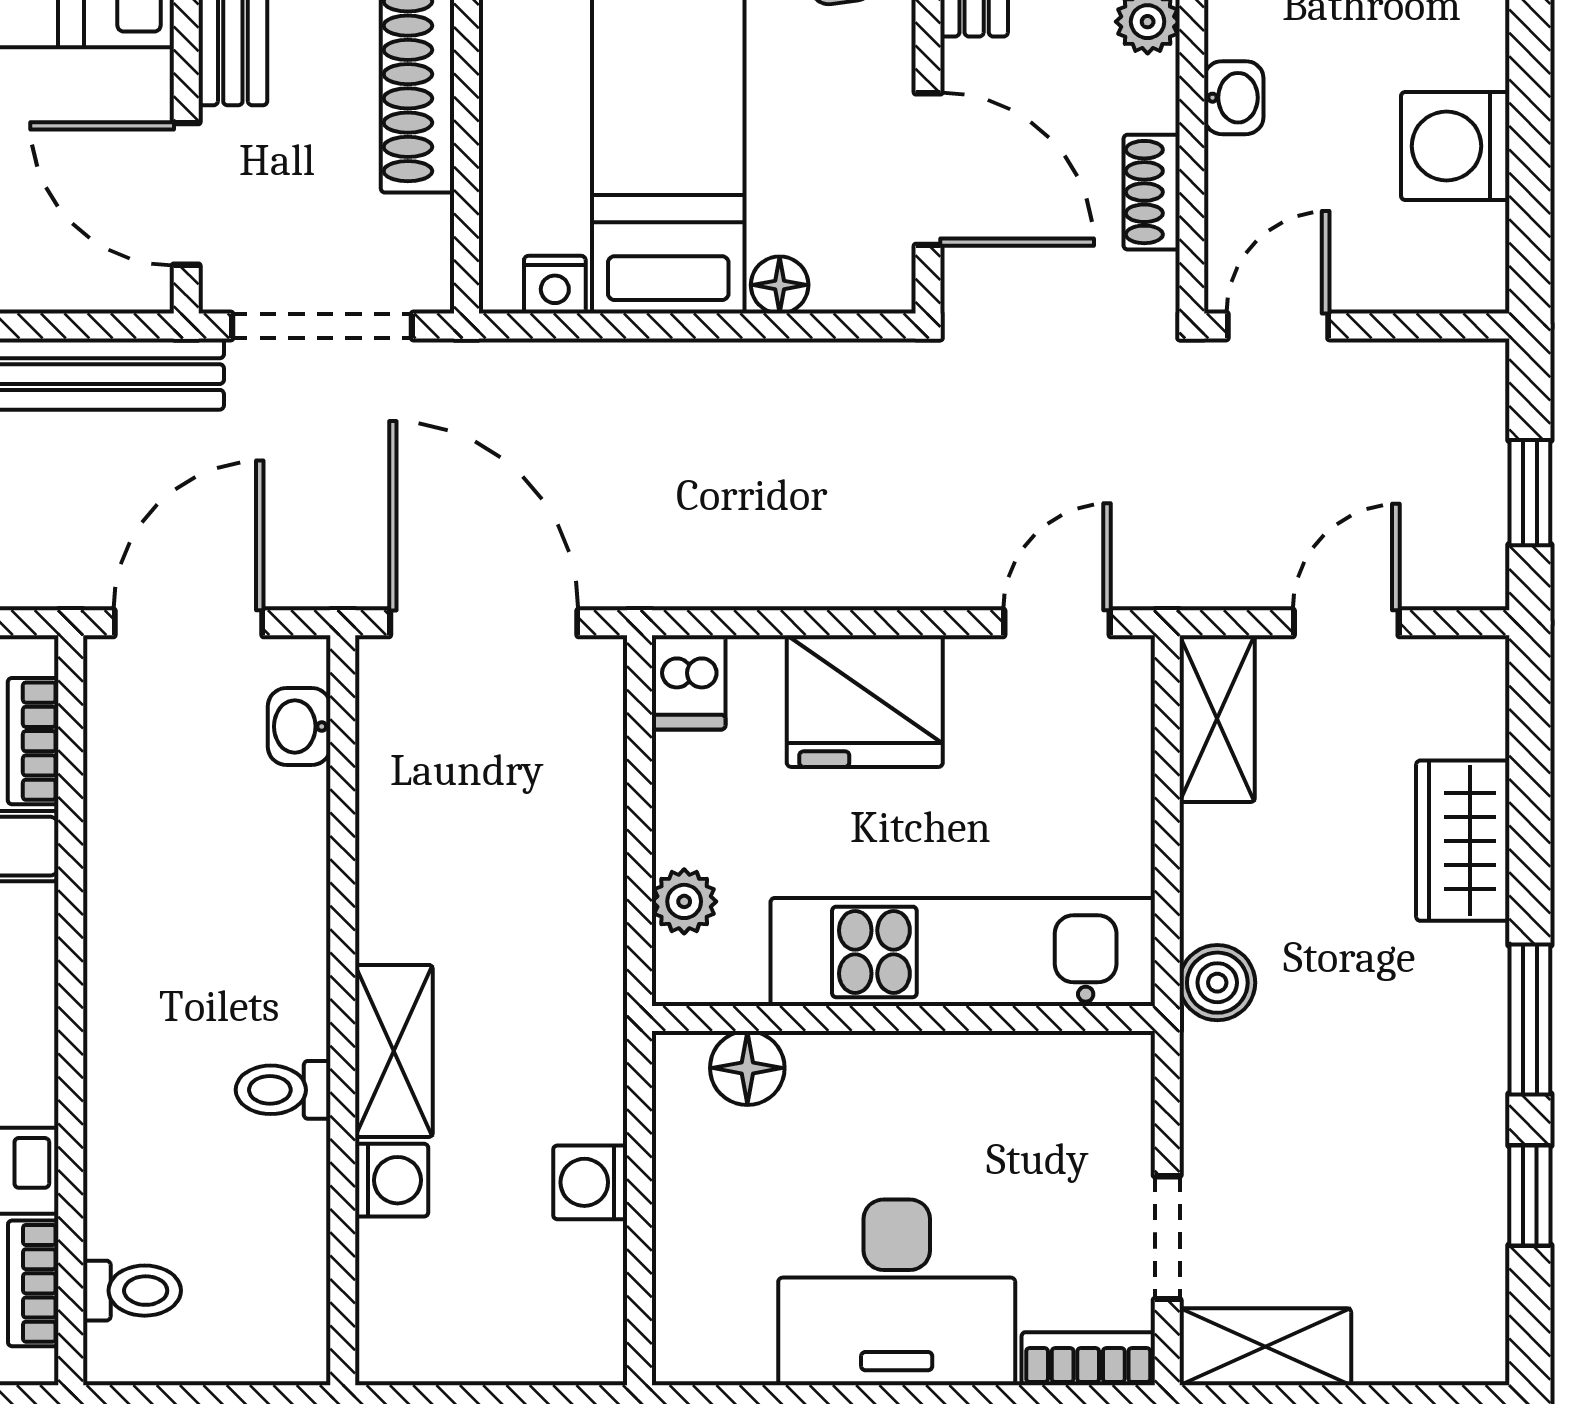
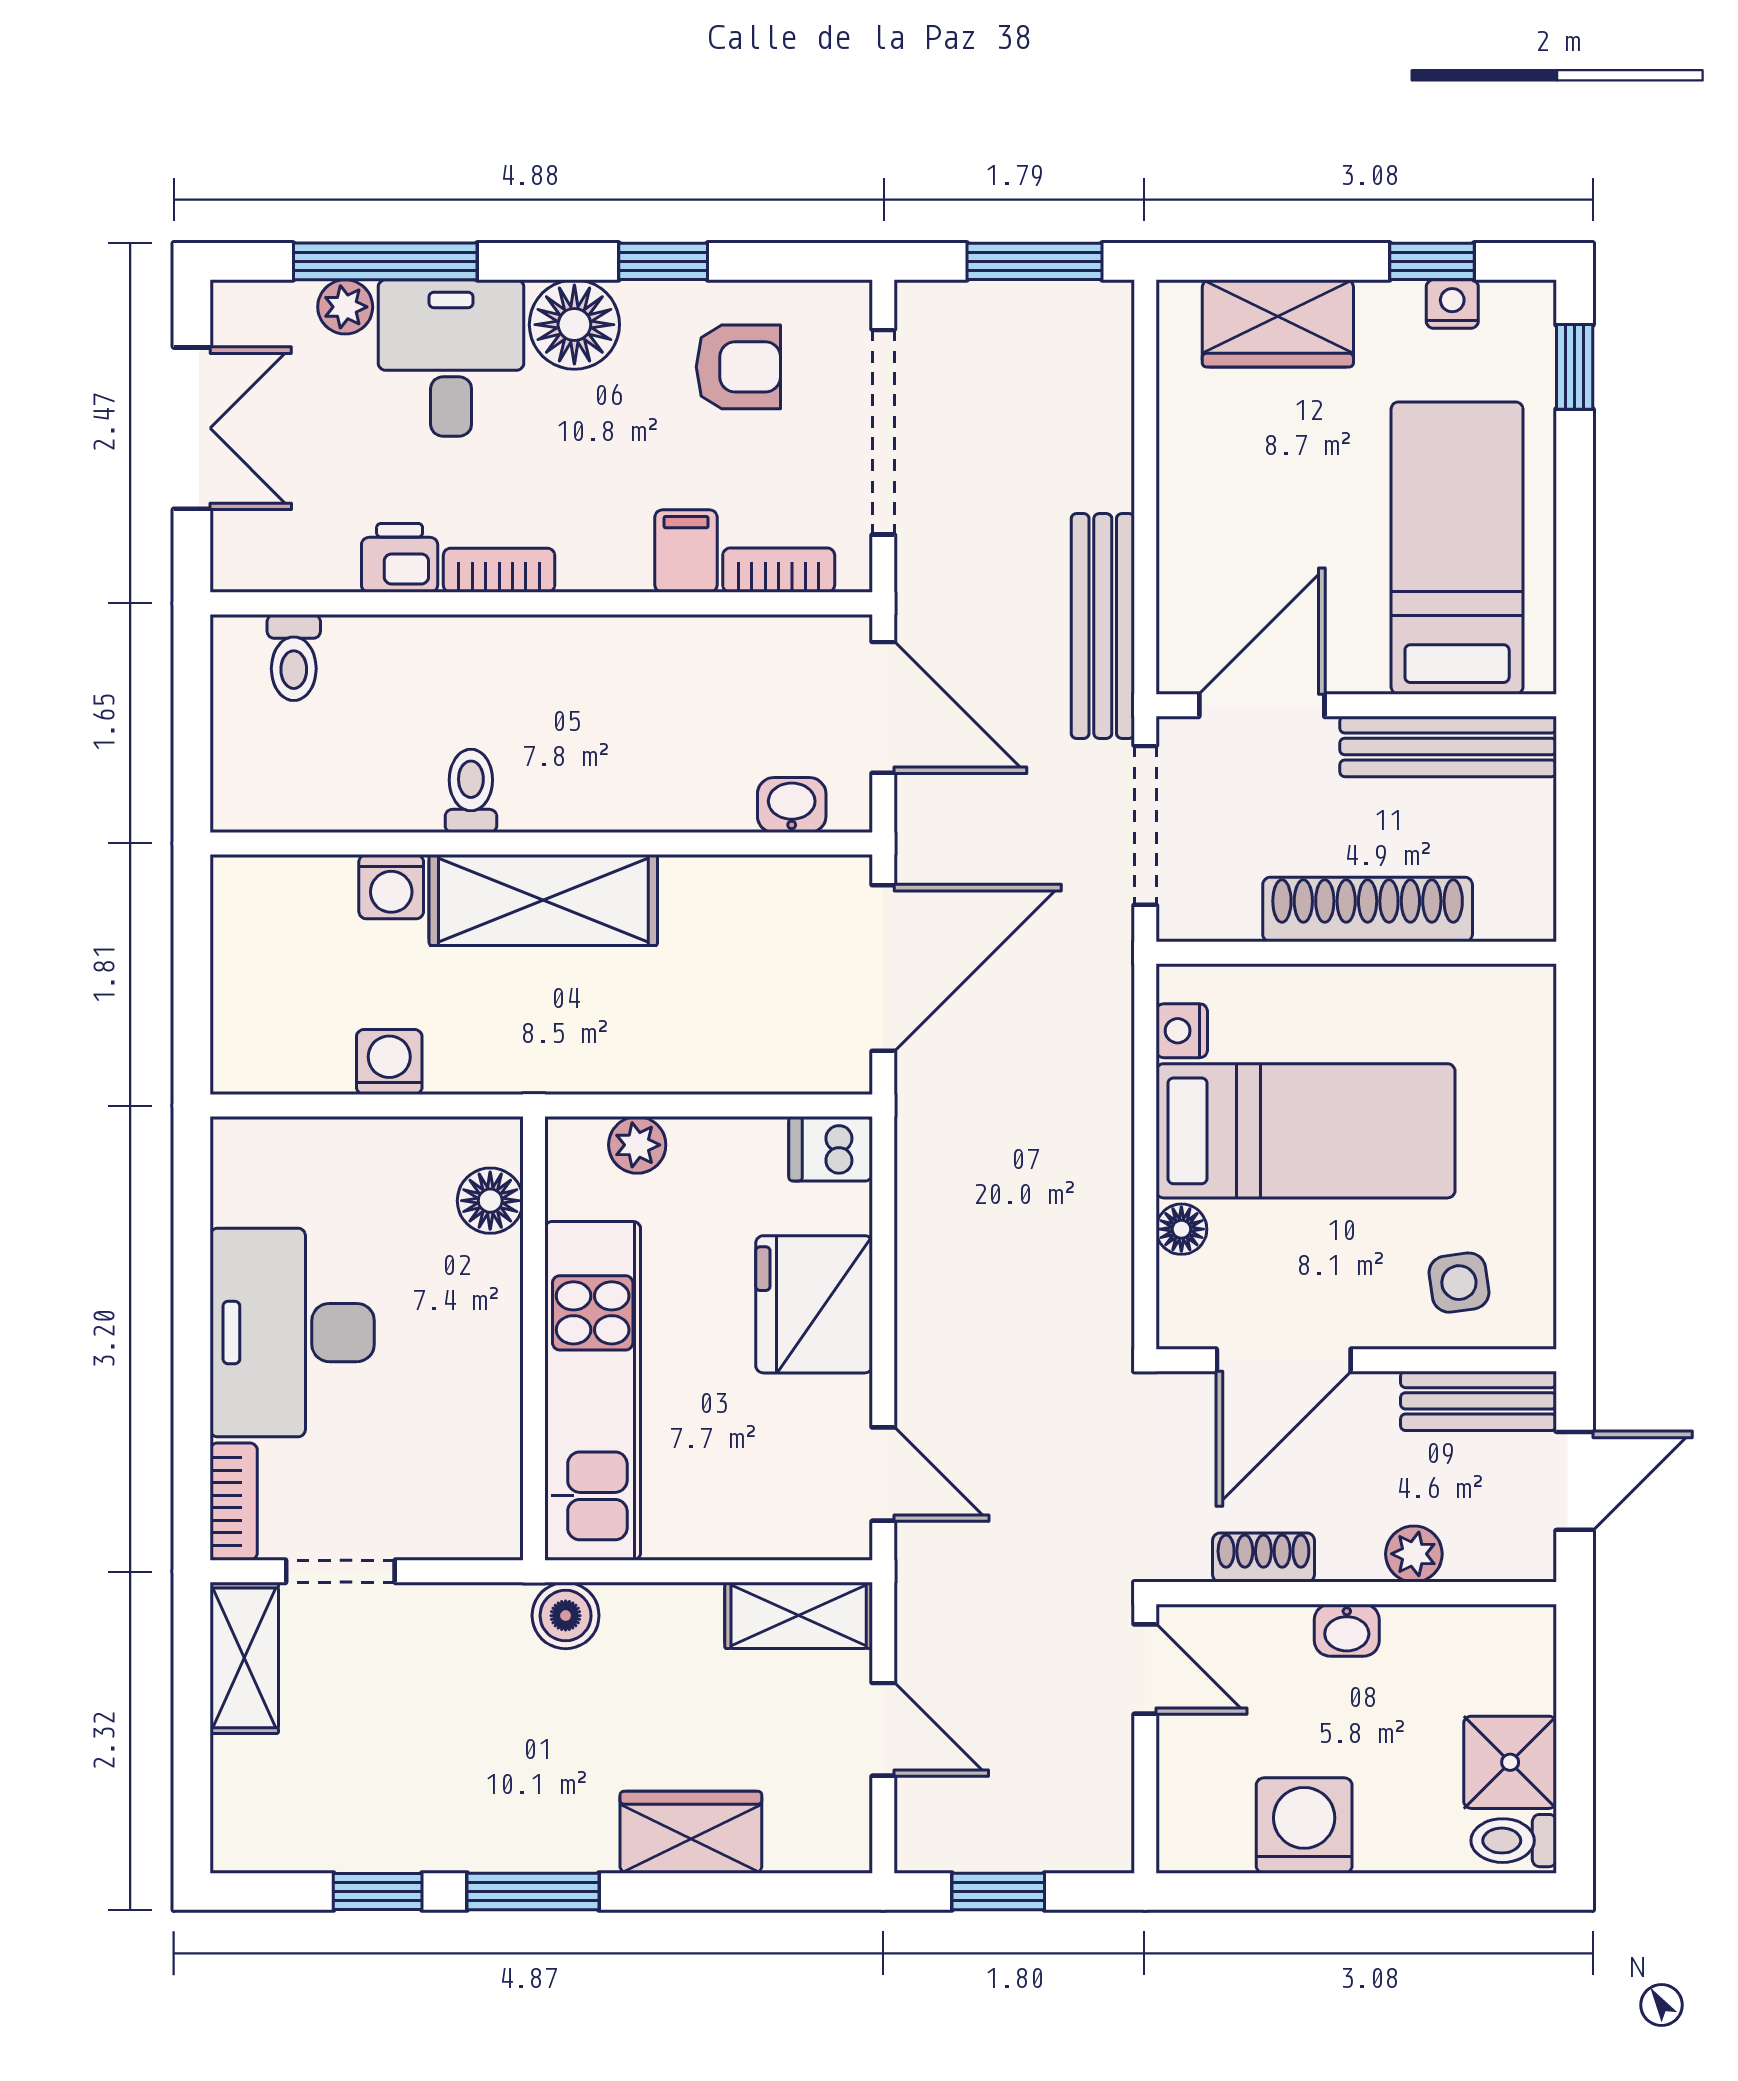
shelving: (394, 1051) -> (543, 900), width x1.50, depth x1.33
bookcase: (33, 1283) -> (499, 570), moved

